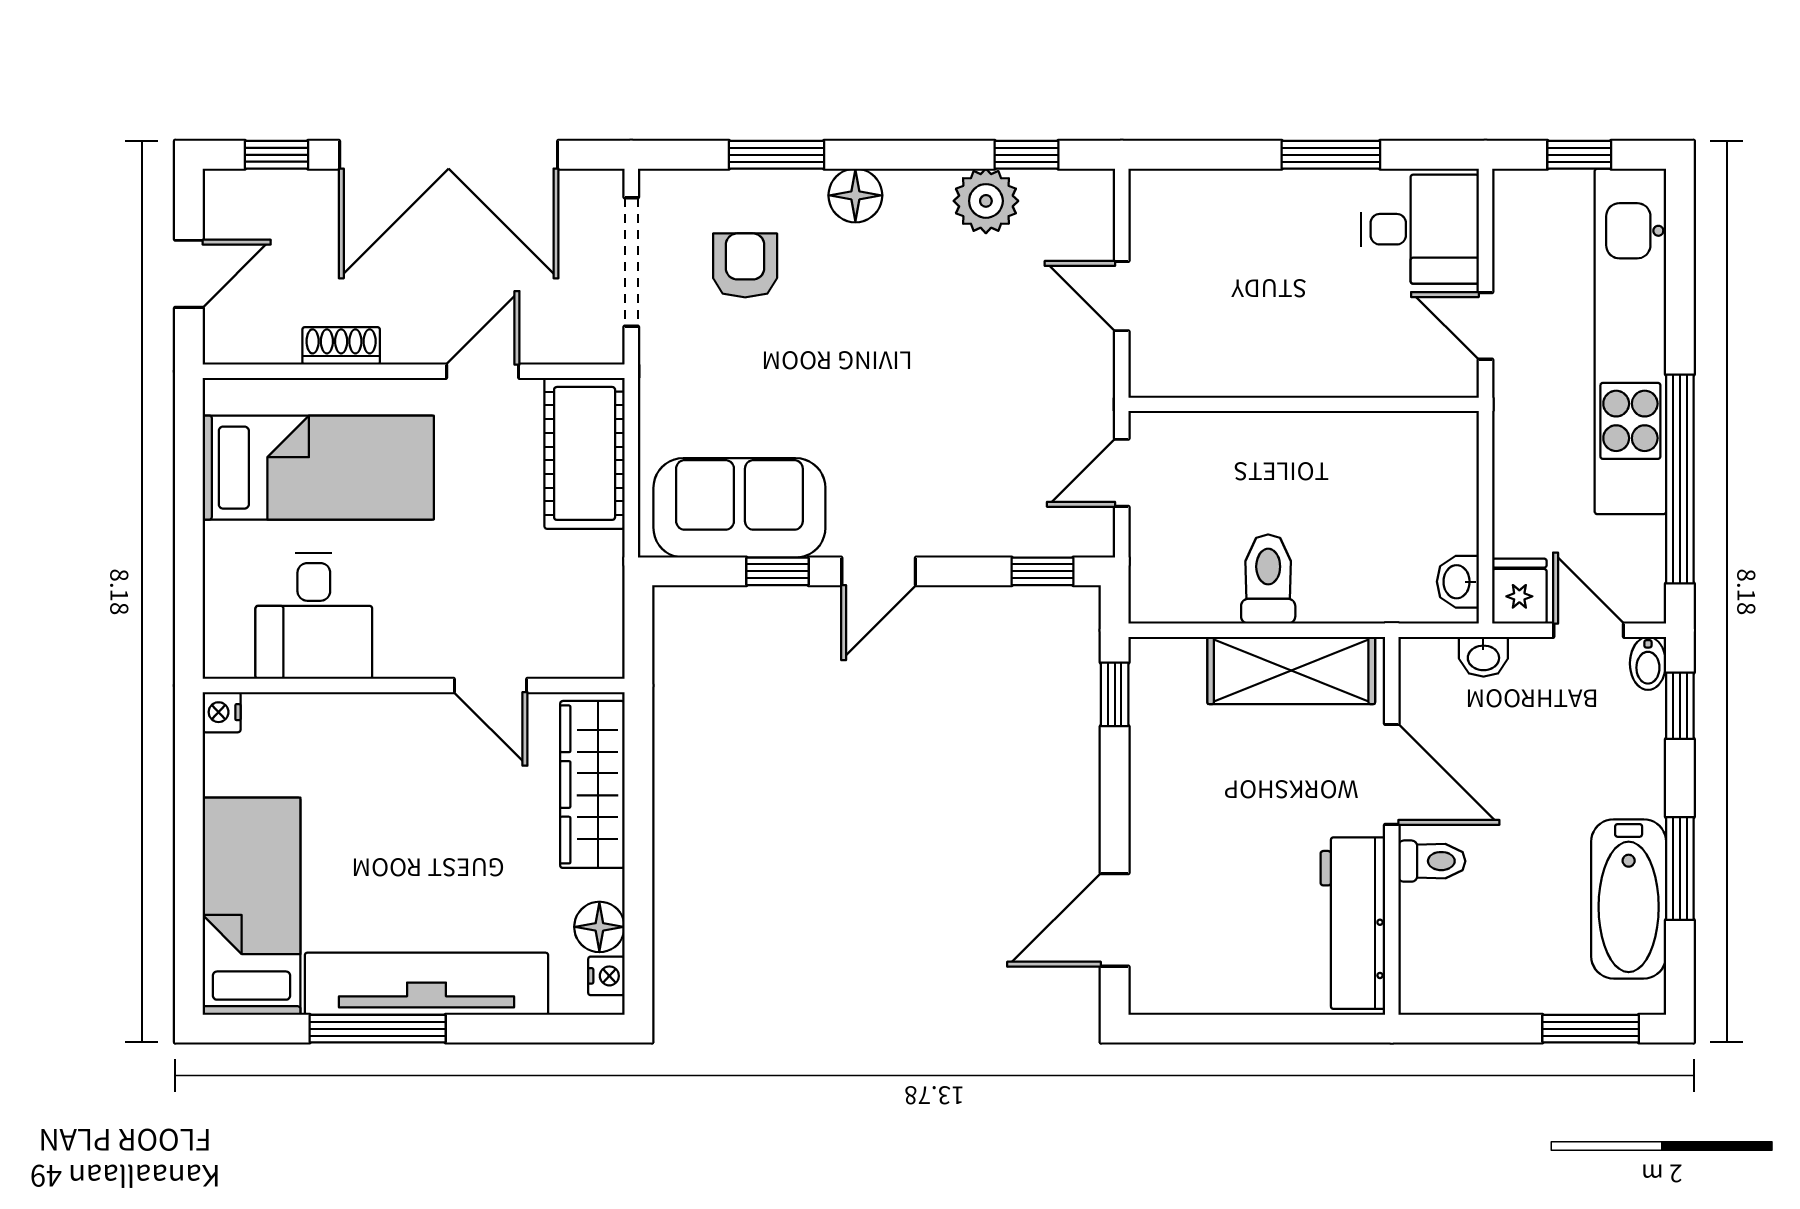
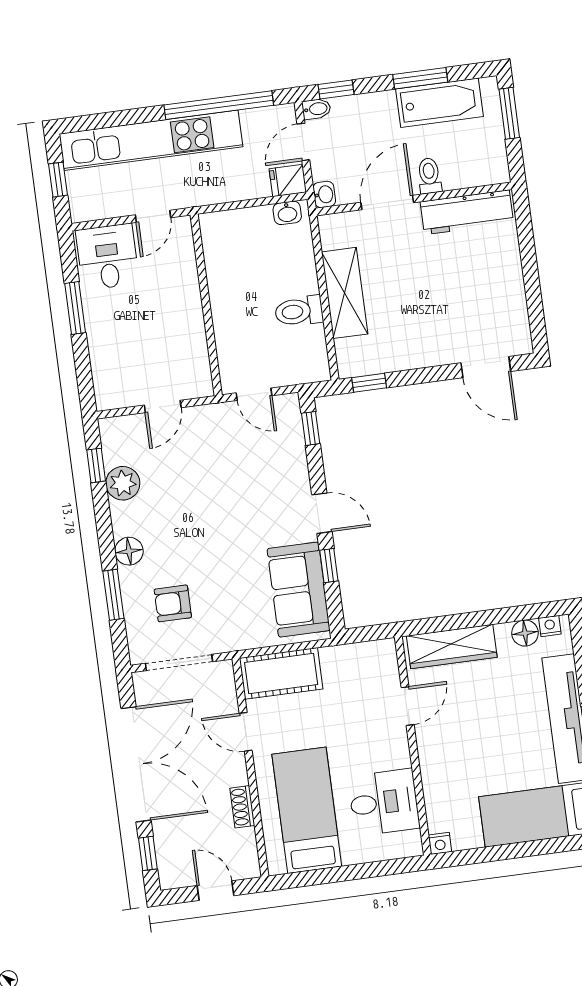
door: (1392, 774) -> (387, 202), moved
wall: (1392, 826) -> (414, 199), moved
toilet: (1432, 861) -> (429, 176), moved
workbench: (1353, 923) -> (467, 212), moved

